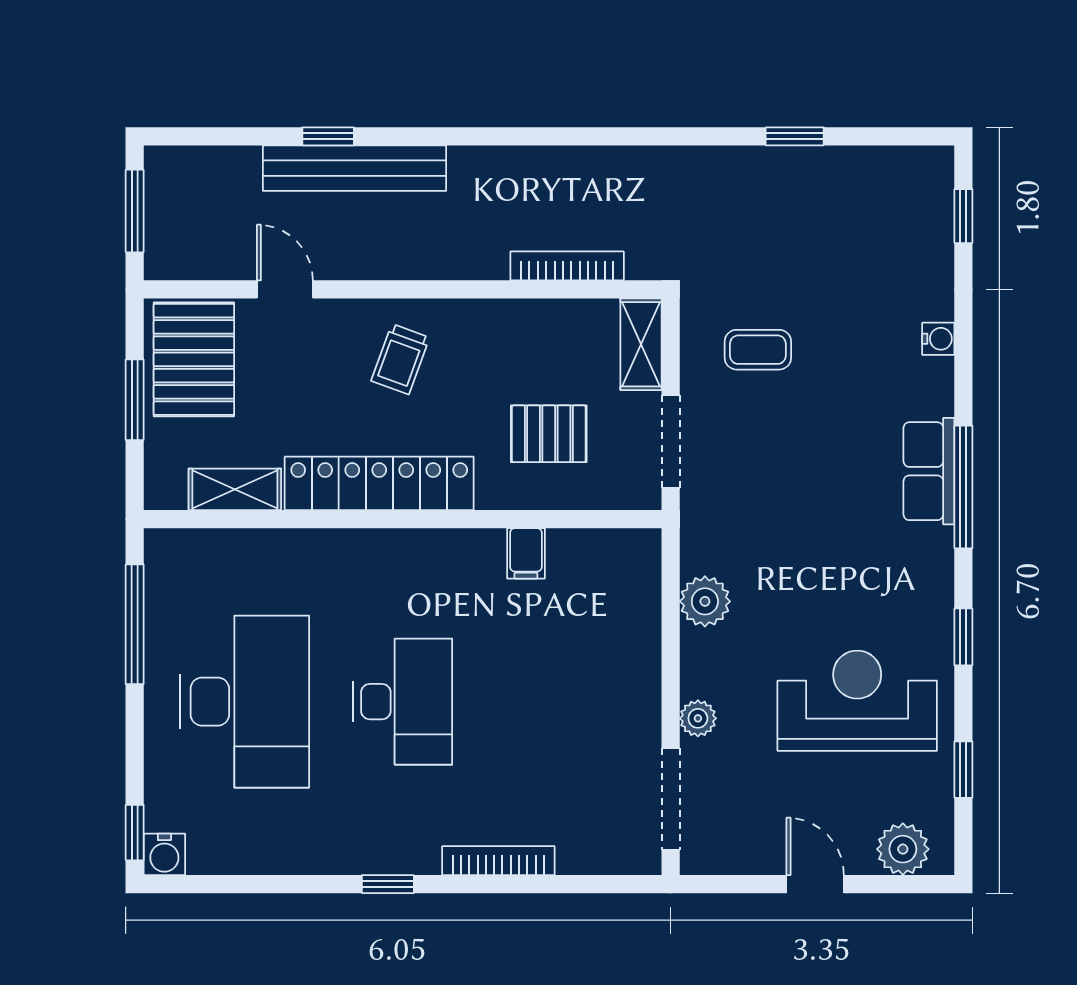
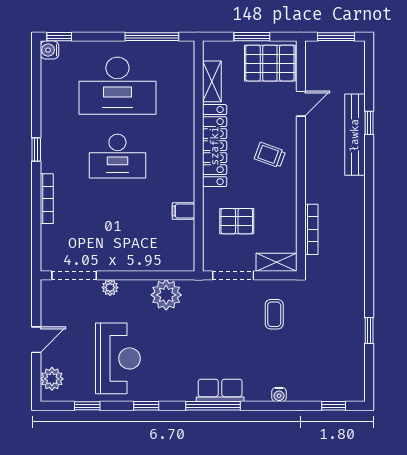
pallet: (549, 434) -> (237, 221), turned 90
plant: (705, 601) -> (166, 295), width x1.36, depth x1.36

